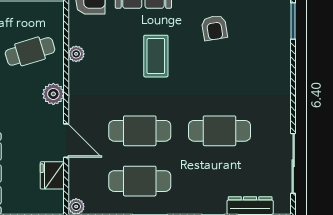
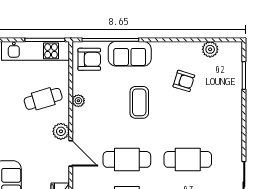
armchair: (214, 28) -> (184, 81), turned -64
door: (66, 141) -> (71, 153), moved

